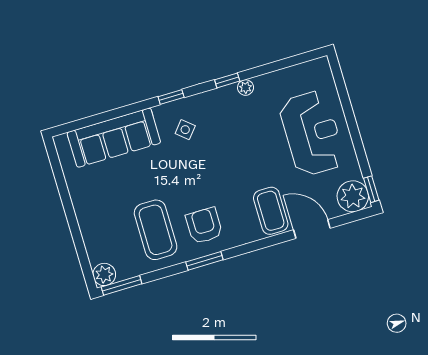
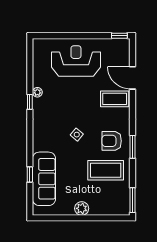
window: (171, 97) -> (30, 174), moved
side table: (185, 130) -> (77, 135), moved
plant: (353, 196) -> (120, 48), removed
door: (312, 229) -> (133, 78), hinge flipped
plant: (104, 274) -> (82, 208), moved

